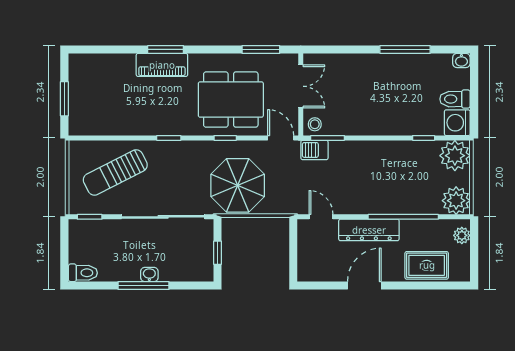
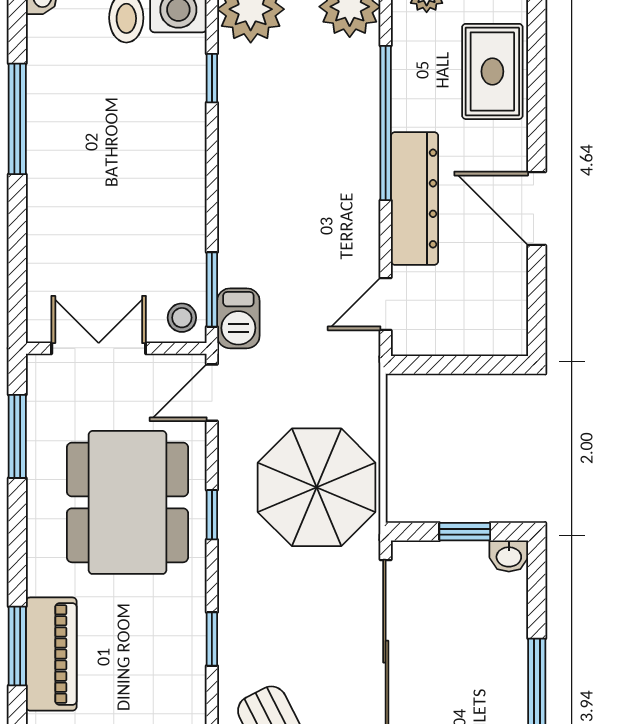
washbasin: (149, 274) -> (509, 556), moved, turned -90

